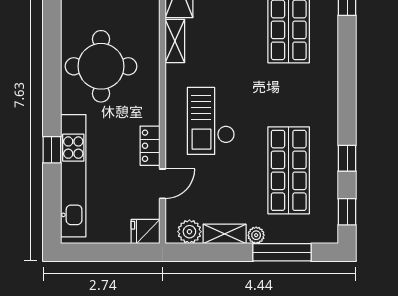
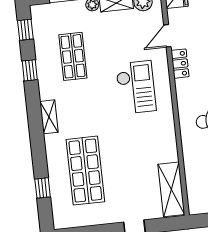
shelving: (175, 41) -> (49, 117), moved
shop shelf: (289, 170) -> (73, 56), width x0.70, depth x0.74

